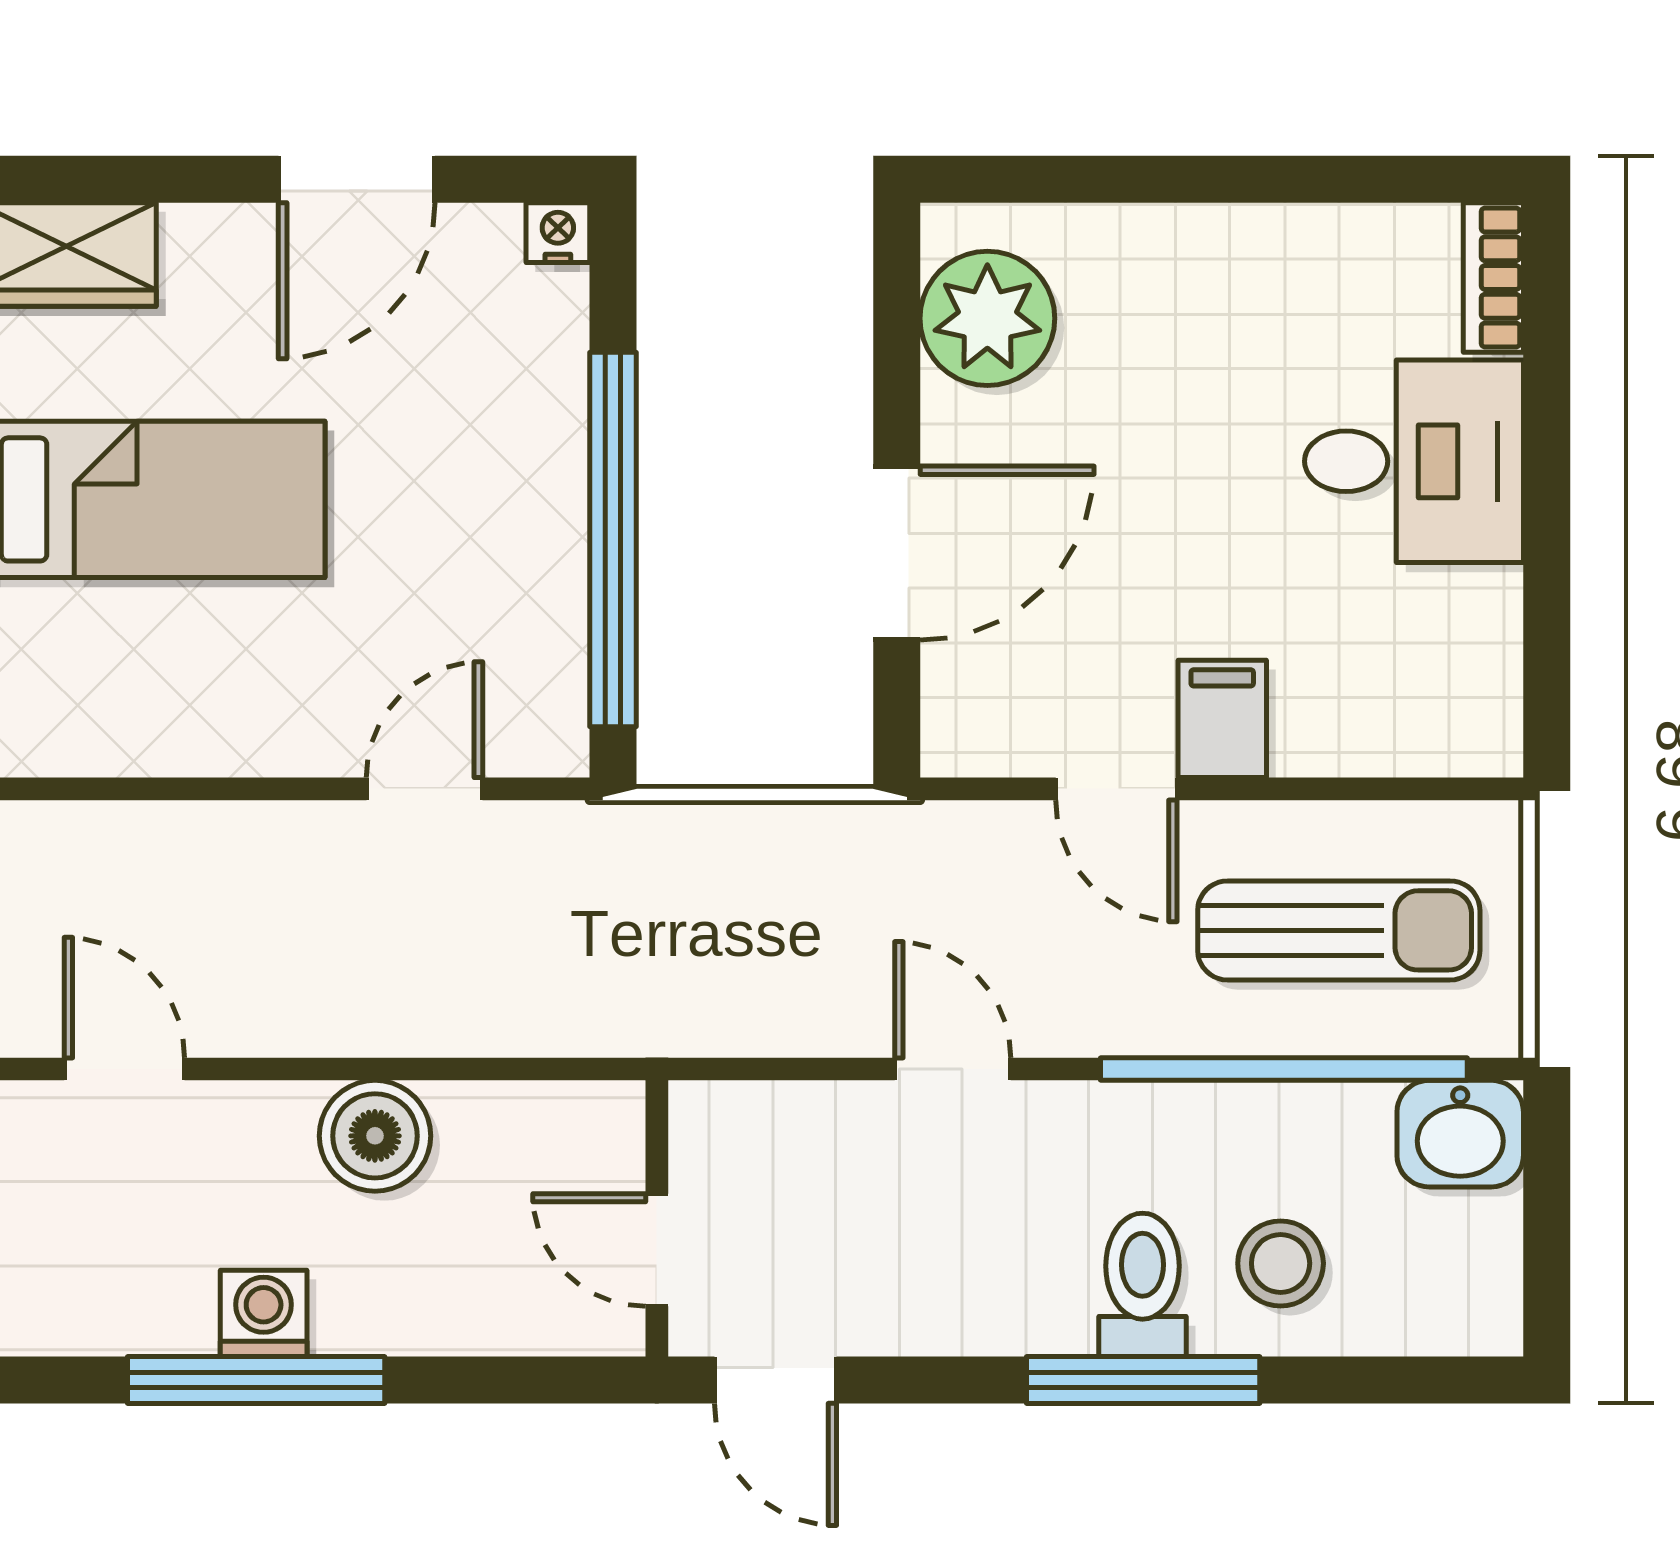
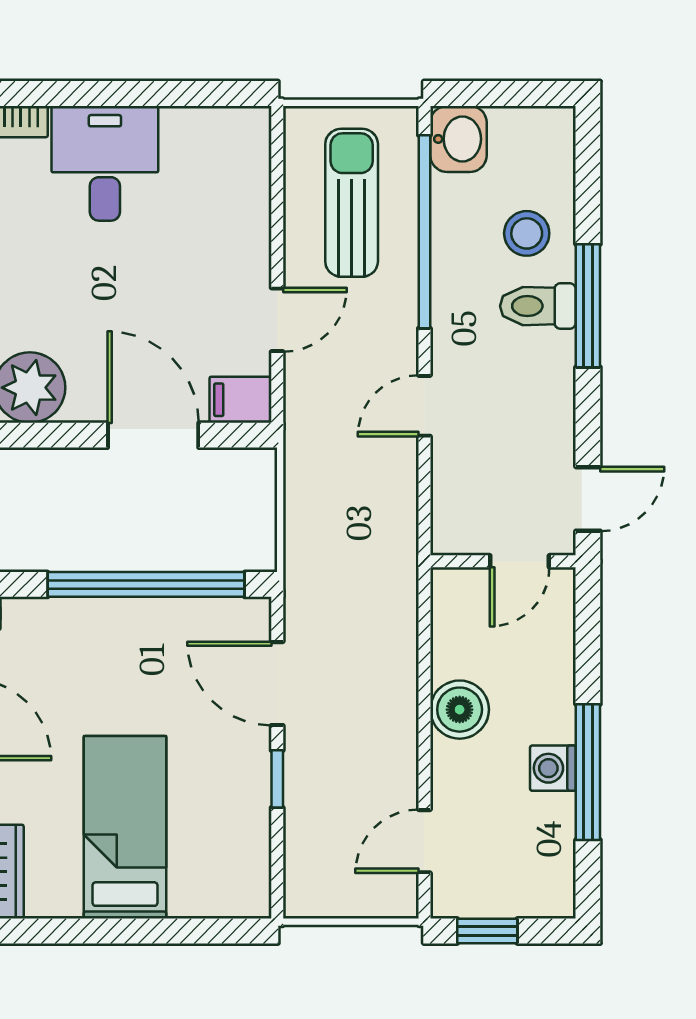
filing cabinet: (1222, 719) -> (240, 400), moved
window: (243, 789) -> (277, 779), added
door: (424, 789) -> (277, 684), width x1.38

